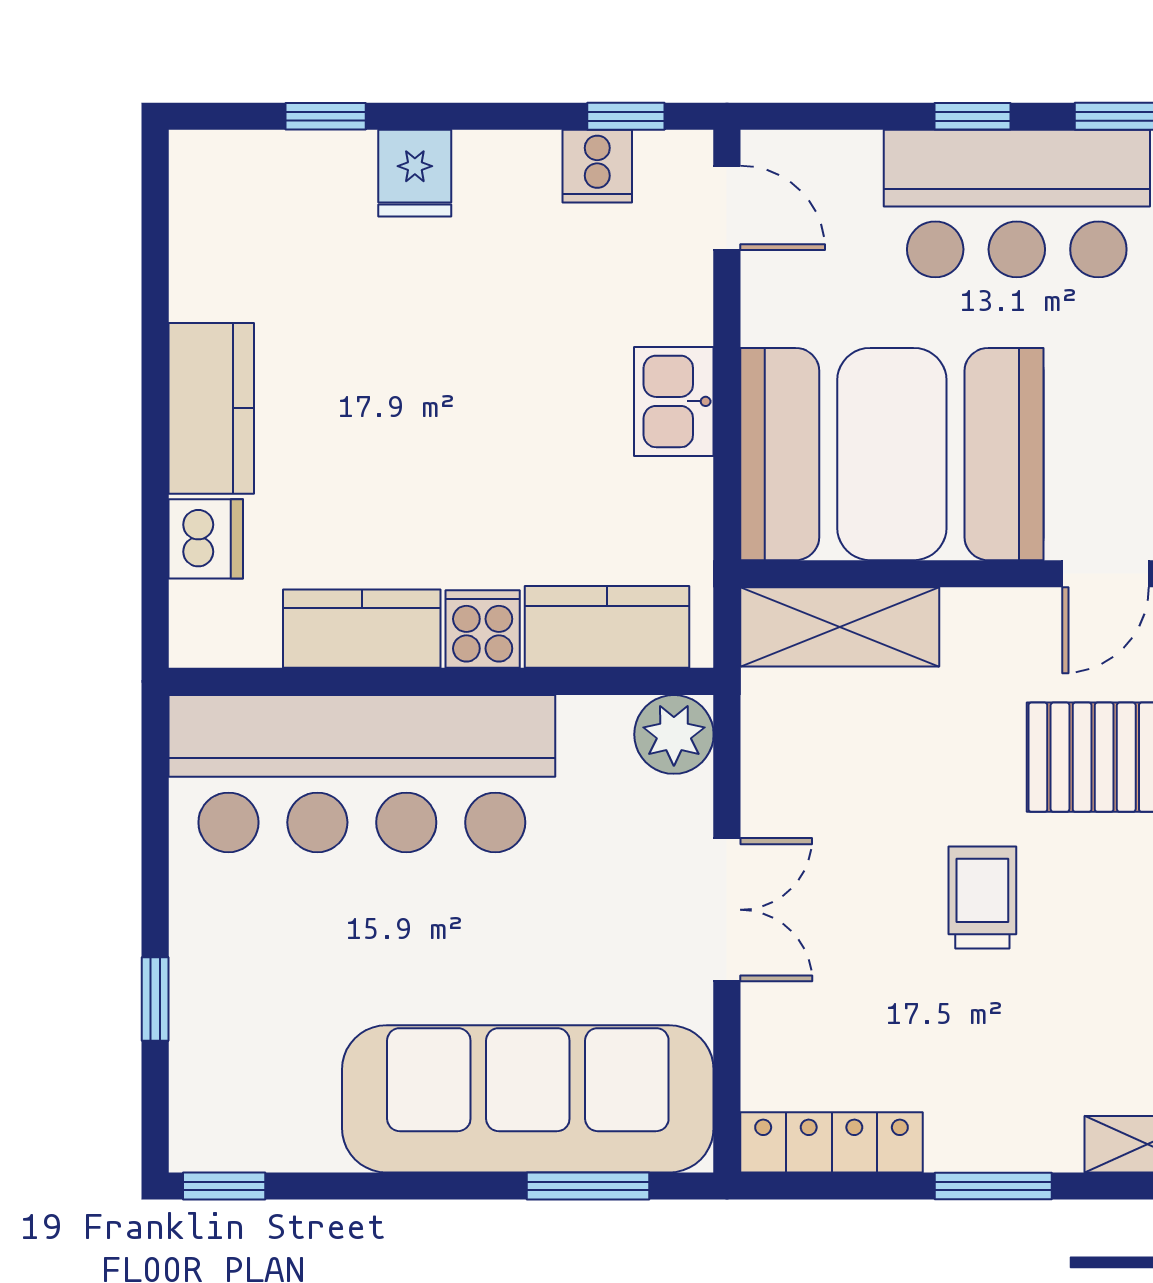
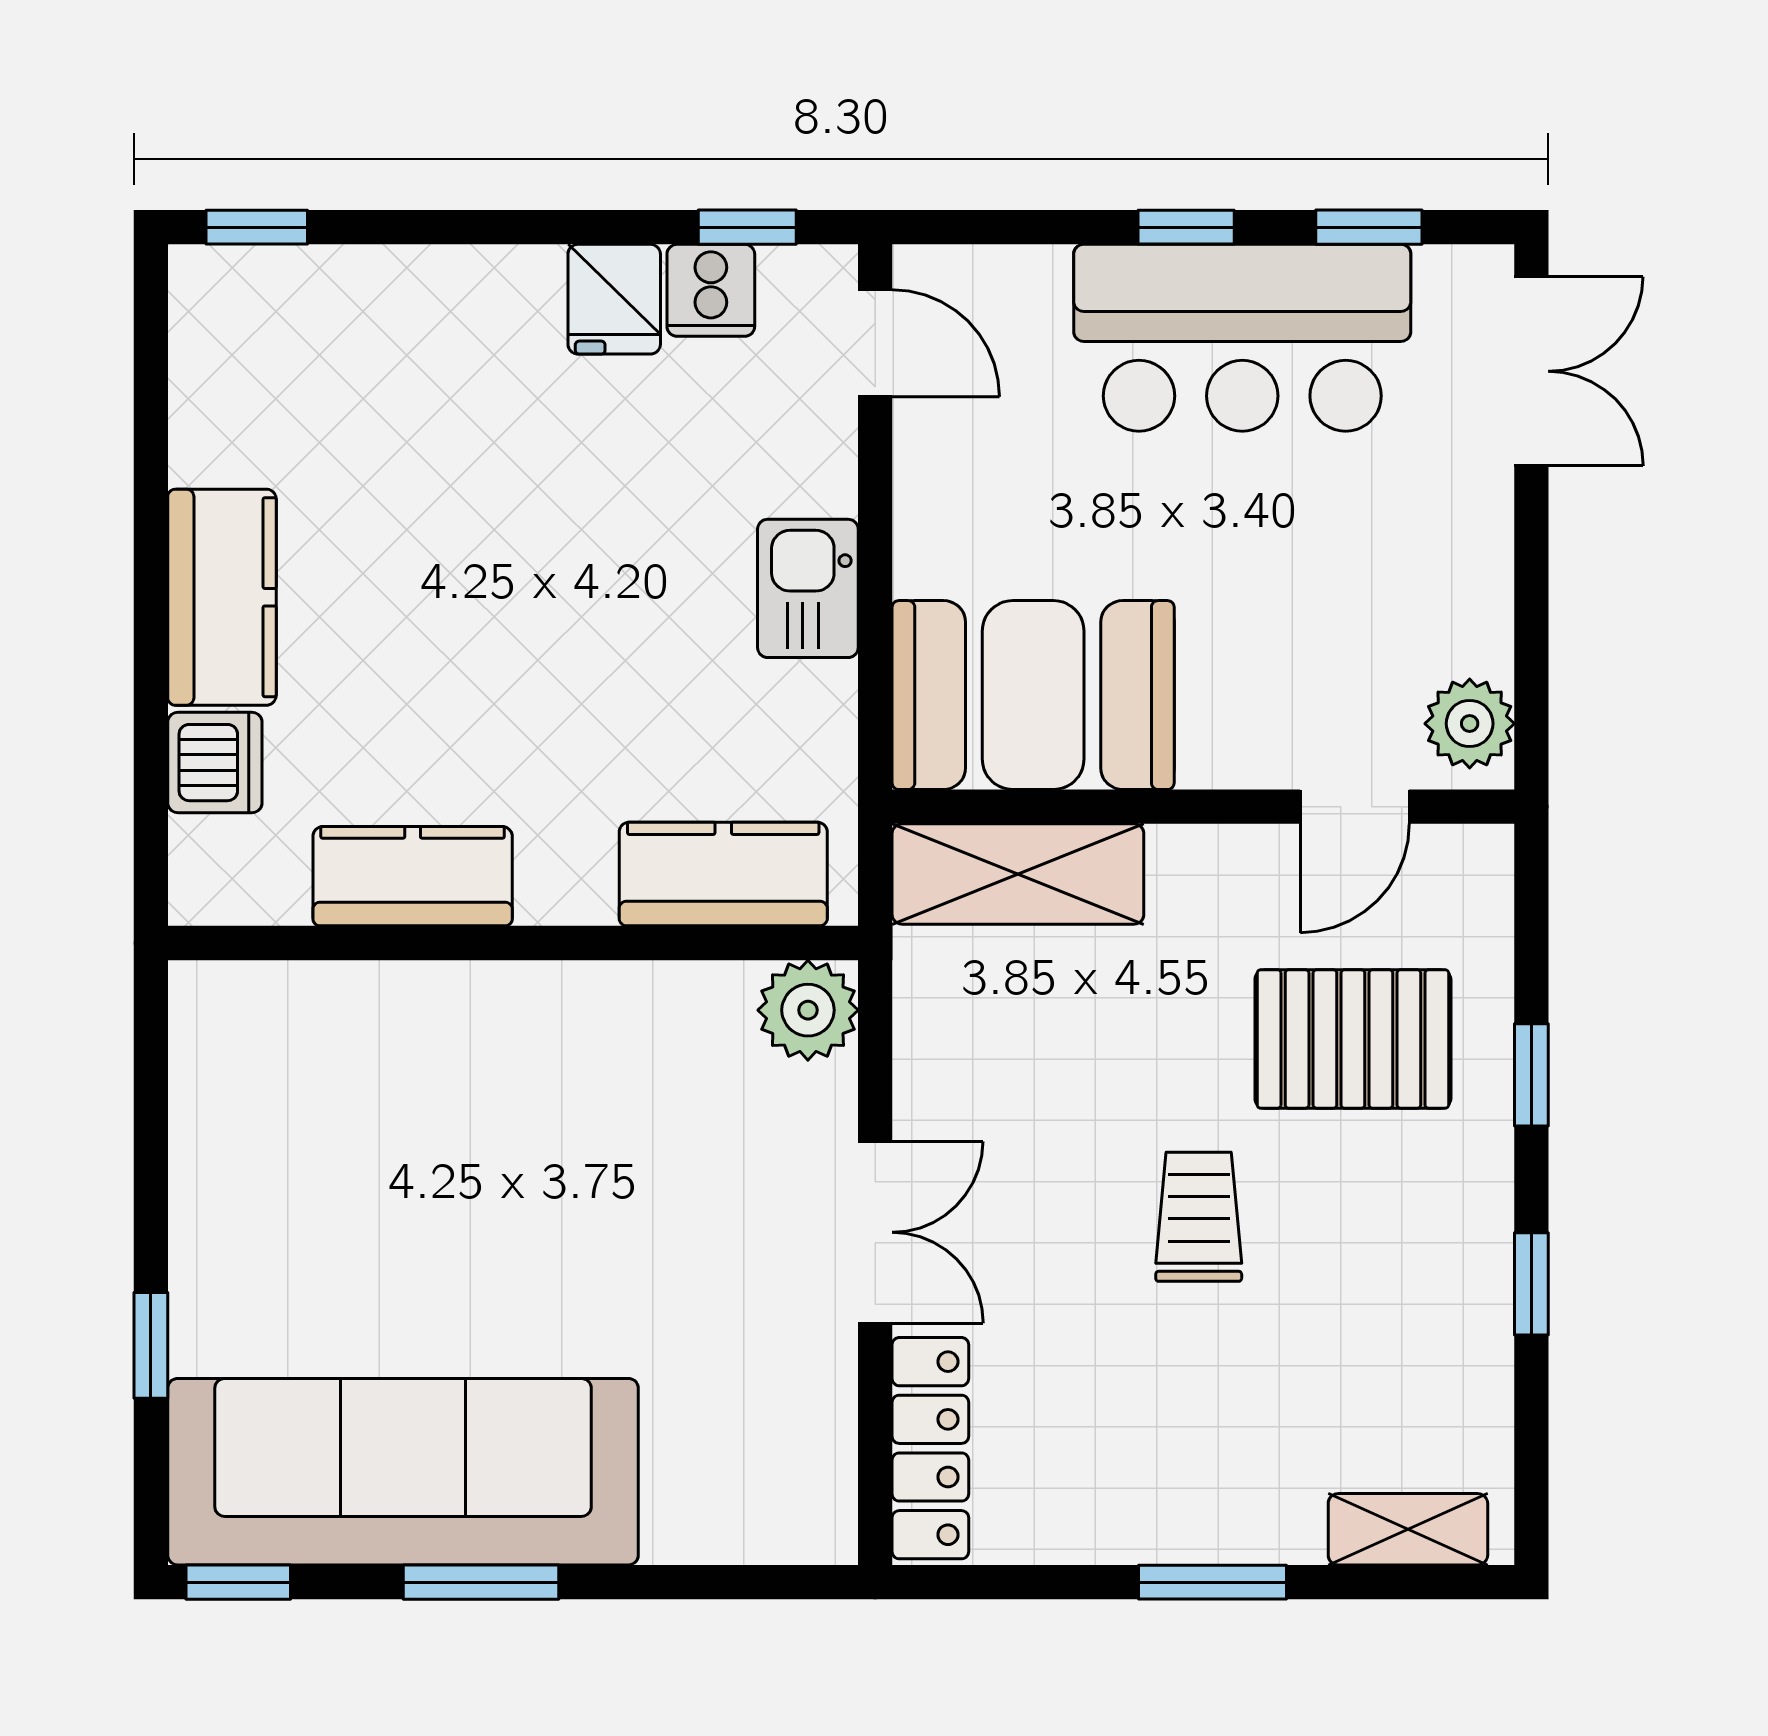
window: (326, 116) -> (257, 227), moved
fridge: (415, 173) -> (614, 299), moved
booth: (892, 454) -> (1033, 695), width x0.73, depth x0.70
cooker: (483, 629) -> (566, 877), removed
bar counter: (362, 774) -> (413, 1060), removed
sofa: (528, 1099) -> (403, 1472), moved
locker: (832, 1142) -> (930, 1448), moved, turned 90
window: (588, 1186) -> (481, 1582), moved

